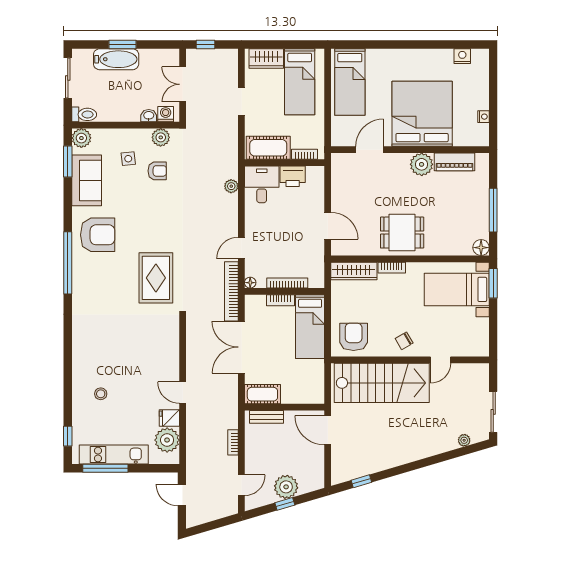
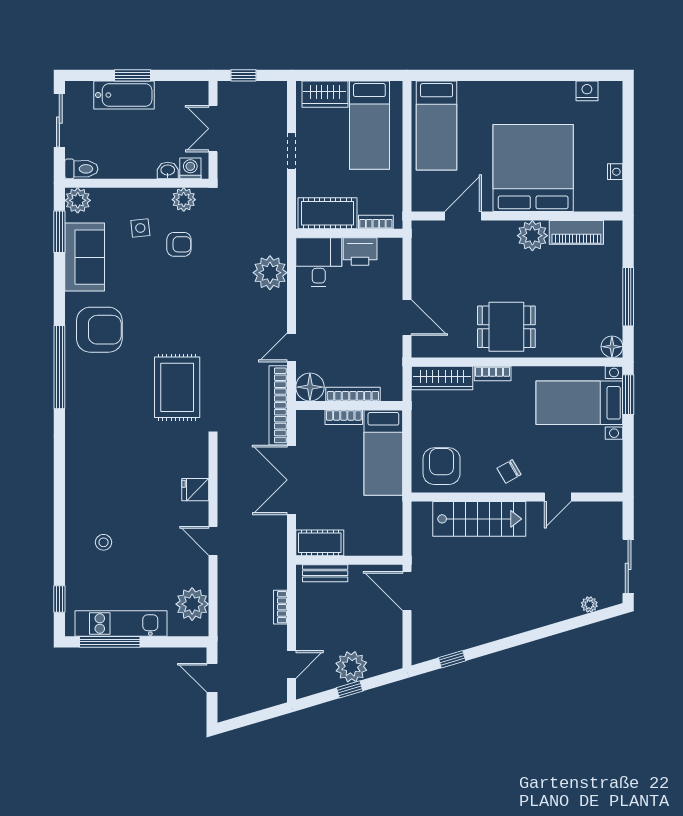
plant: (231, 186) -> (270, 273), width x1.87, depth x1.87
floor lamp: (250, 283) -> (310, 387), width x1.89, depth x1.89
stairs: (382, 383) -> (479, 519), width x0.73, depth x0.66
fridge: (169, 418) -> (195, 490), moved

